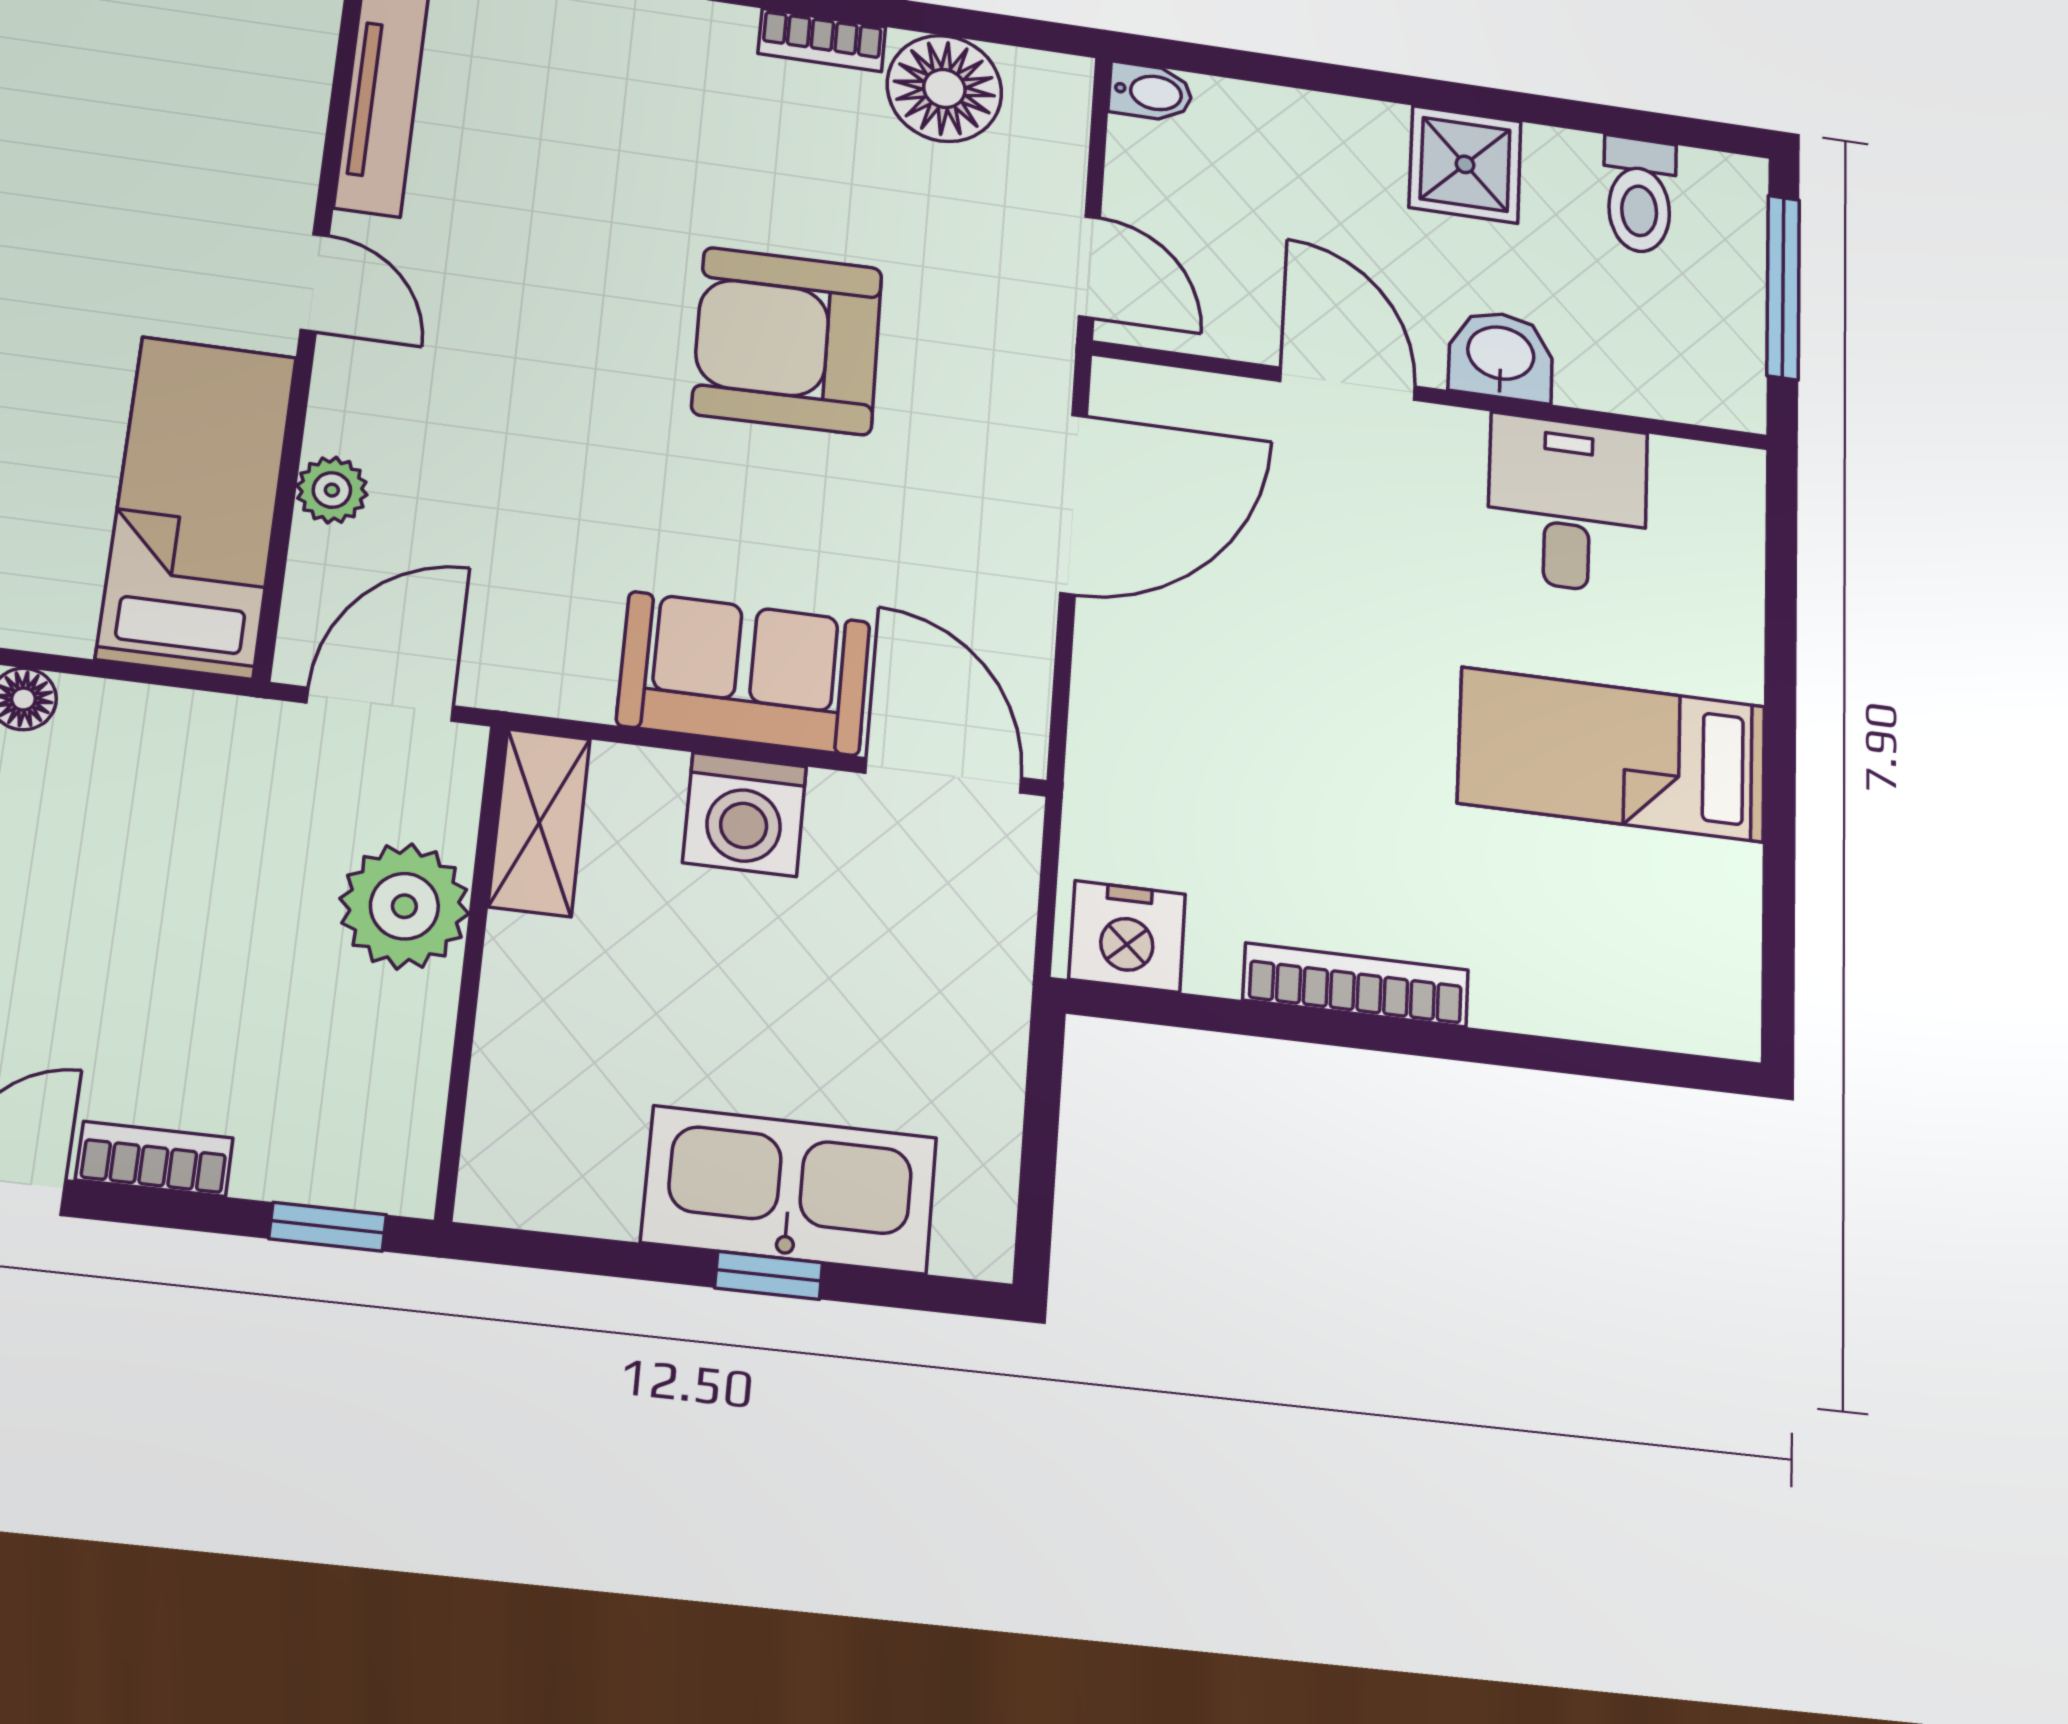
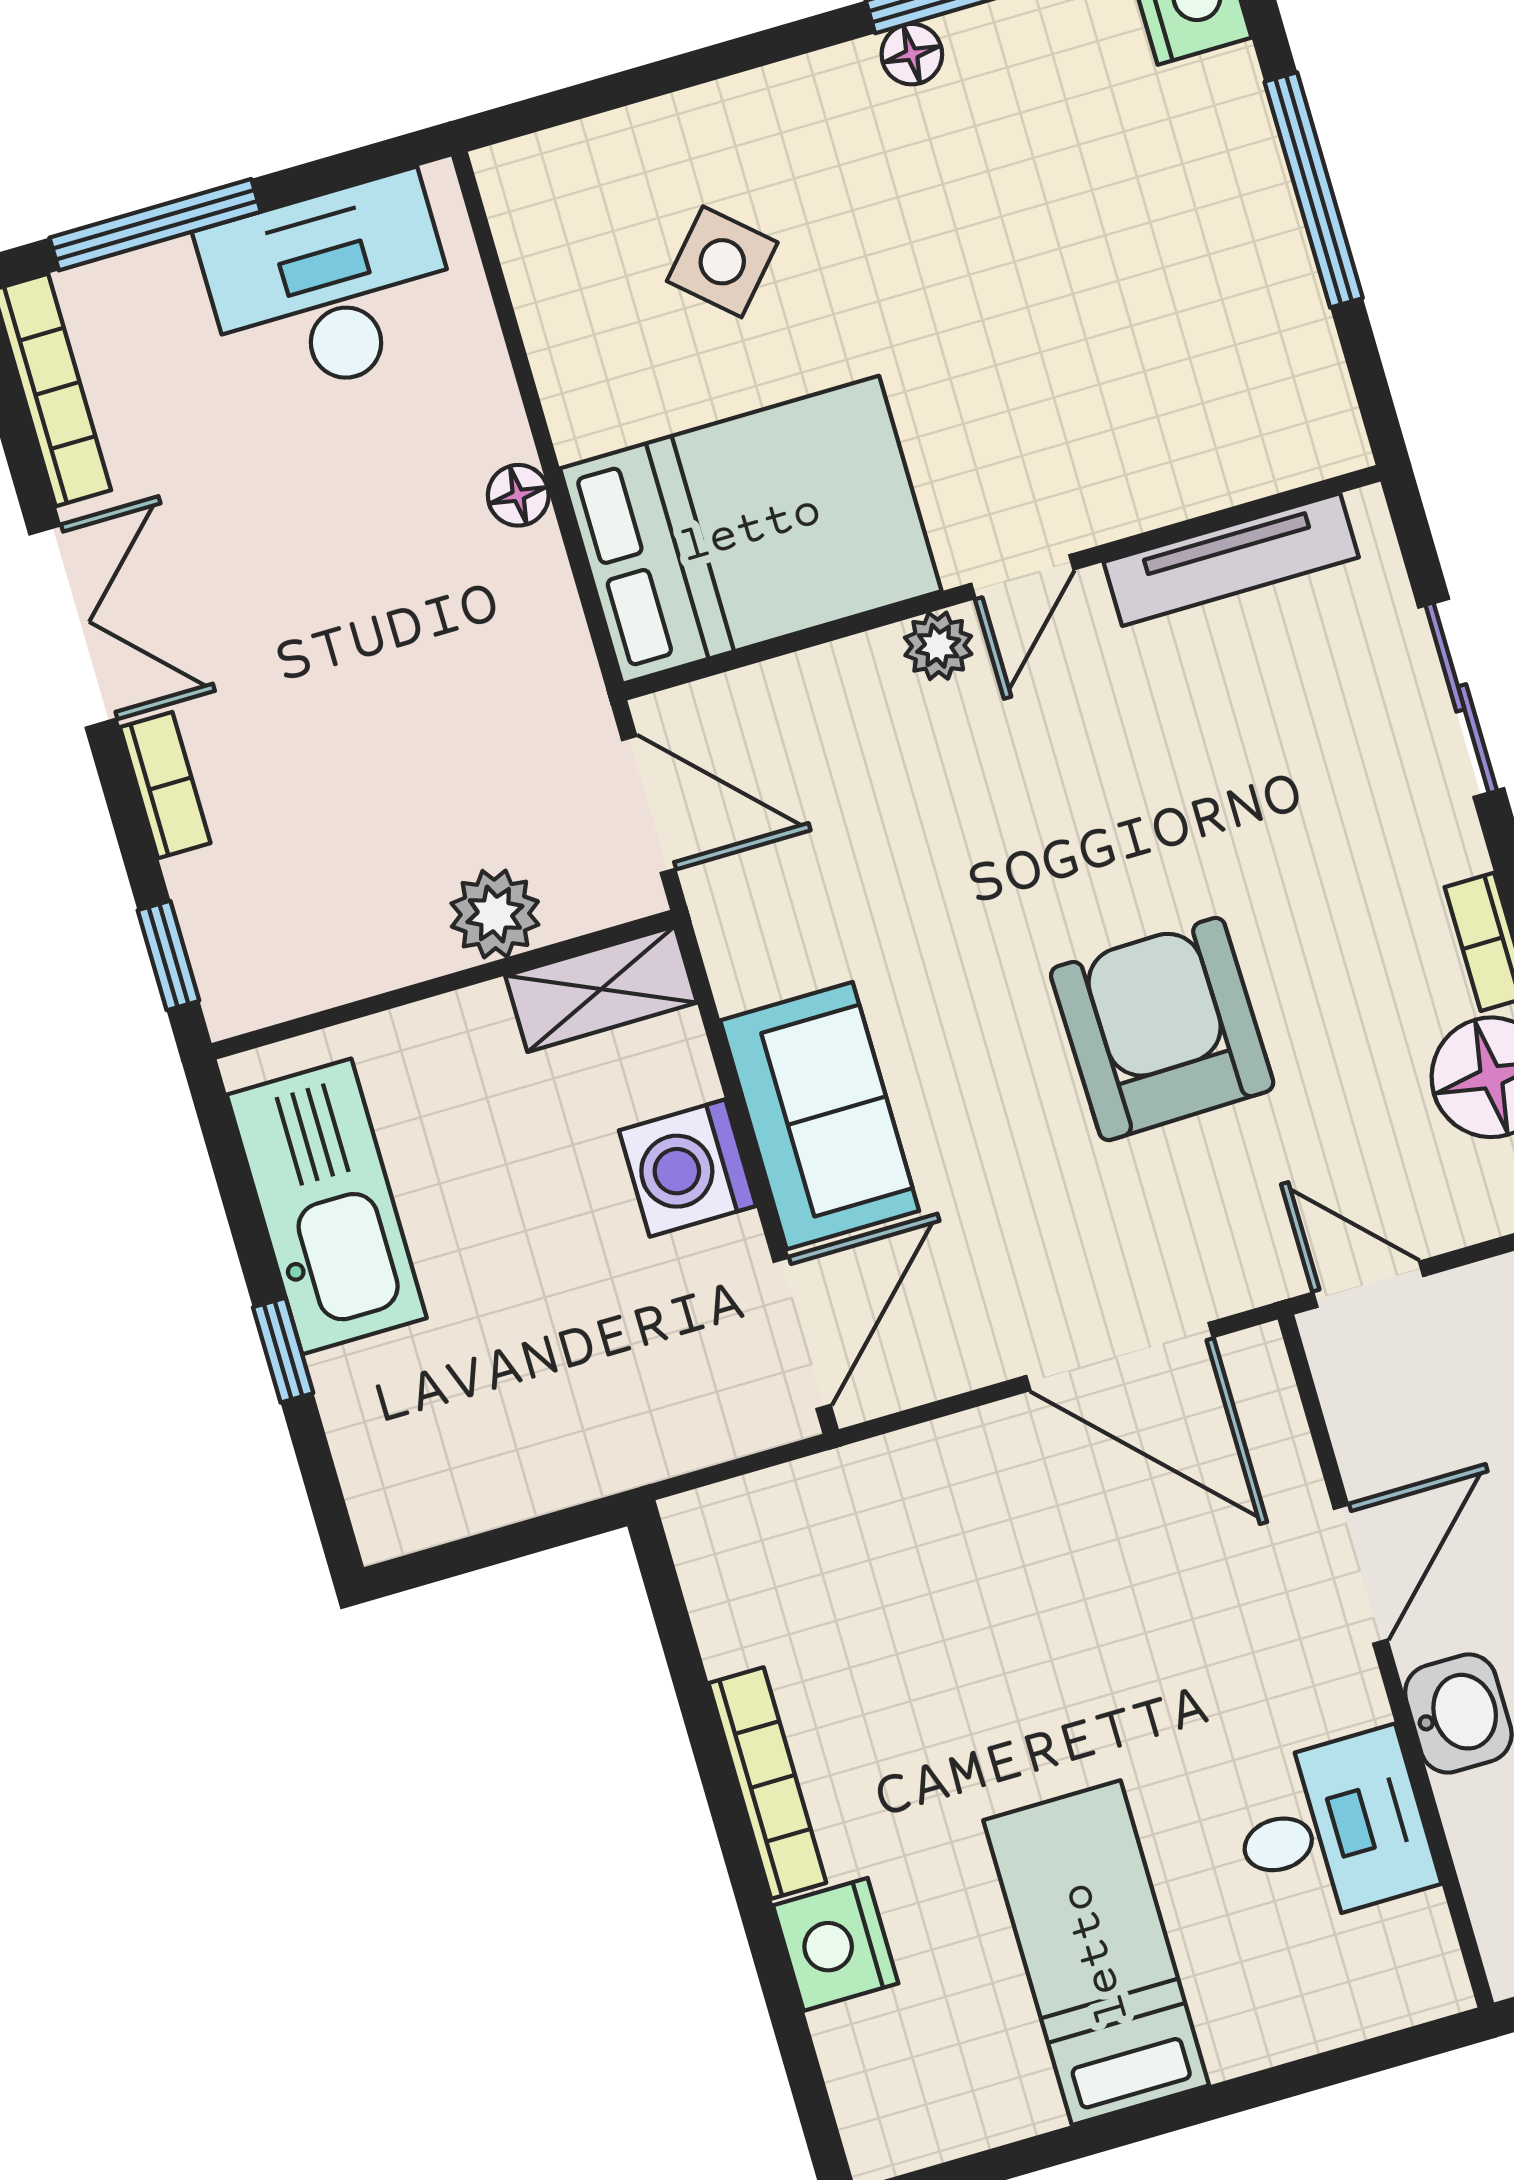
door: (1089, 267) -> (1368, 1284), swing flipped
plant: (332, 490) -> (938, 646), moved
bed: (197, 506) -> (751, 530), width x1.50
plant: (404, 906) -> (495, 914), width x0.73, depth x0.73
nightstand: (1127, 936) -> (836, 1944), moved
kitchen sink: (790, 1190) -> (327, 1206), moved

